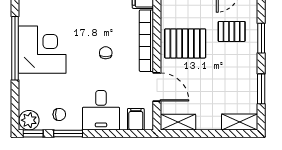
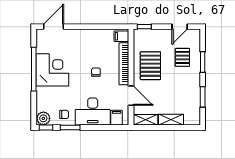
pallet: (232, 31) -> (182, 57), turned 90
pallet: (185, 43) -> (150, 66), turned 90
desk: (101, 110) -> (93, 112), width x1.37
shelving: (240, 122) -> (171, 120), moved

